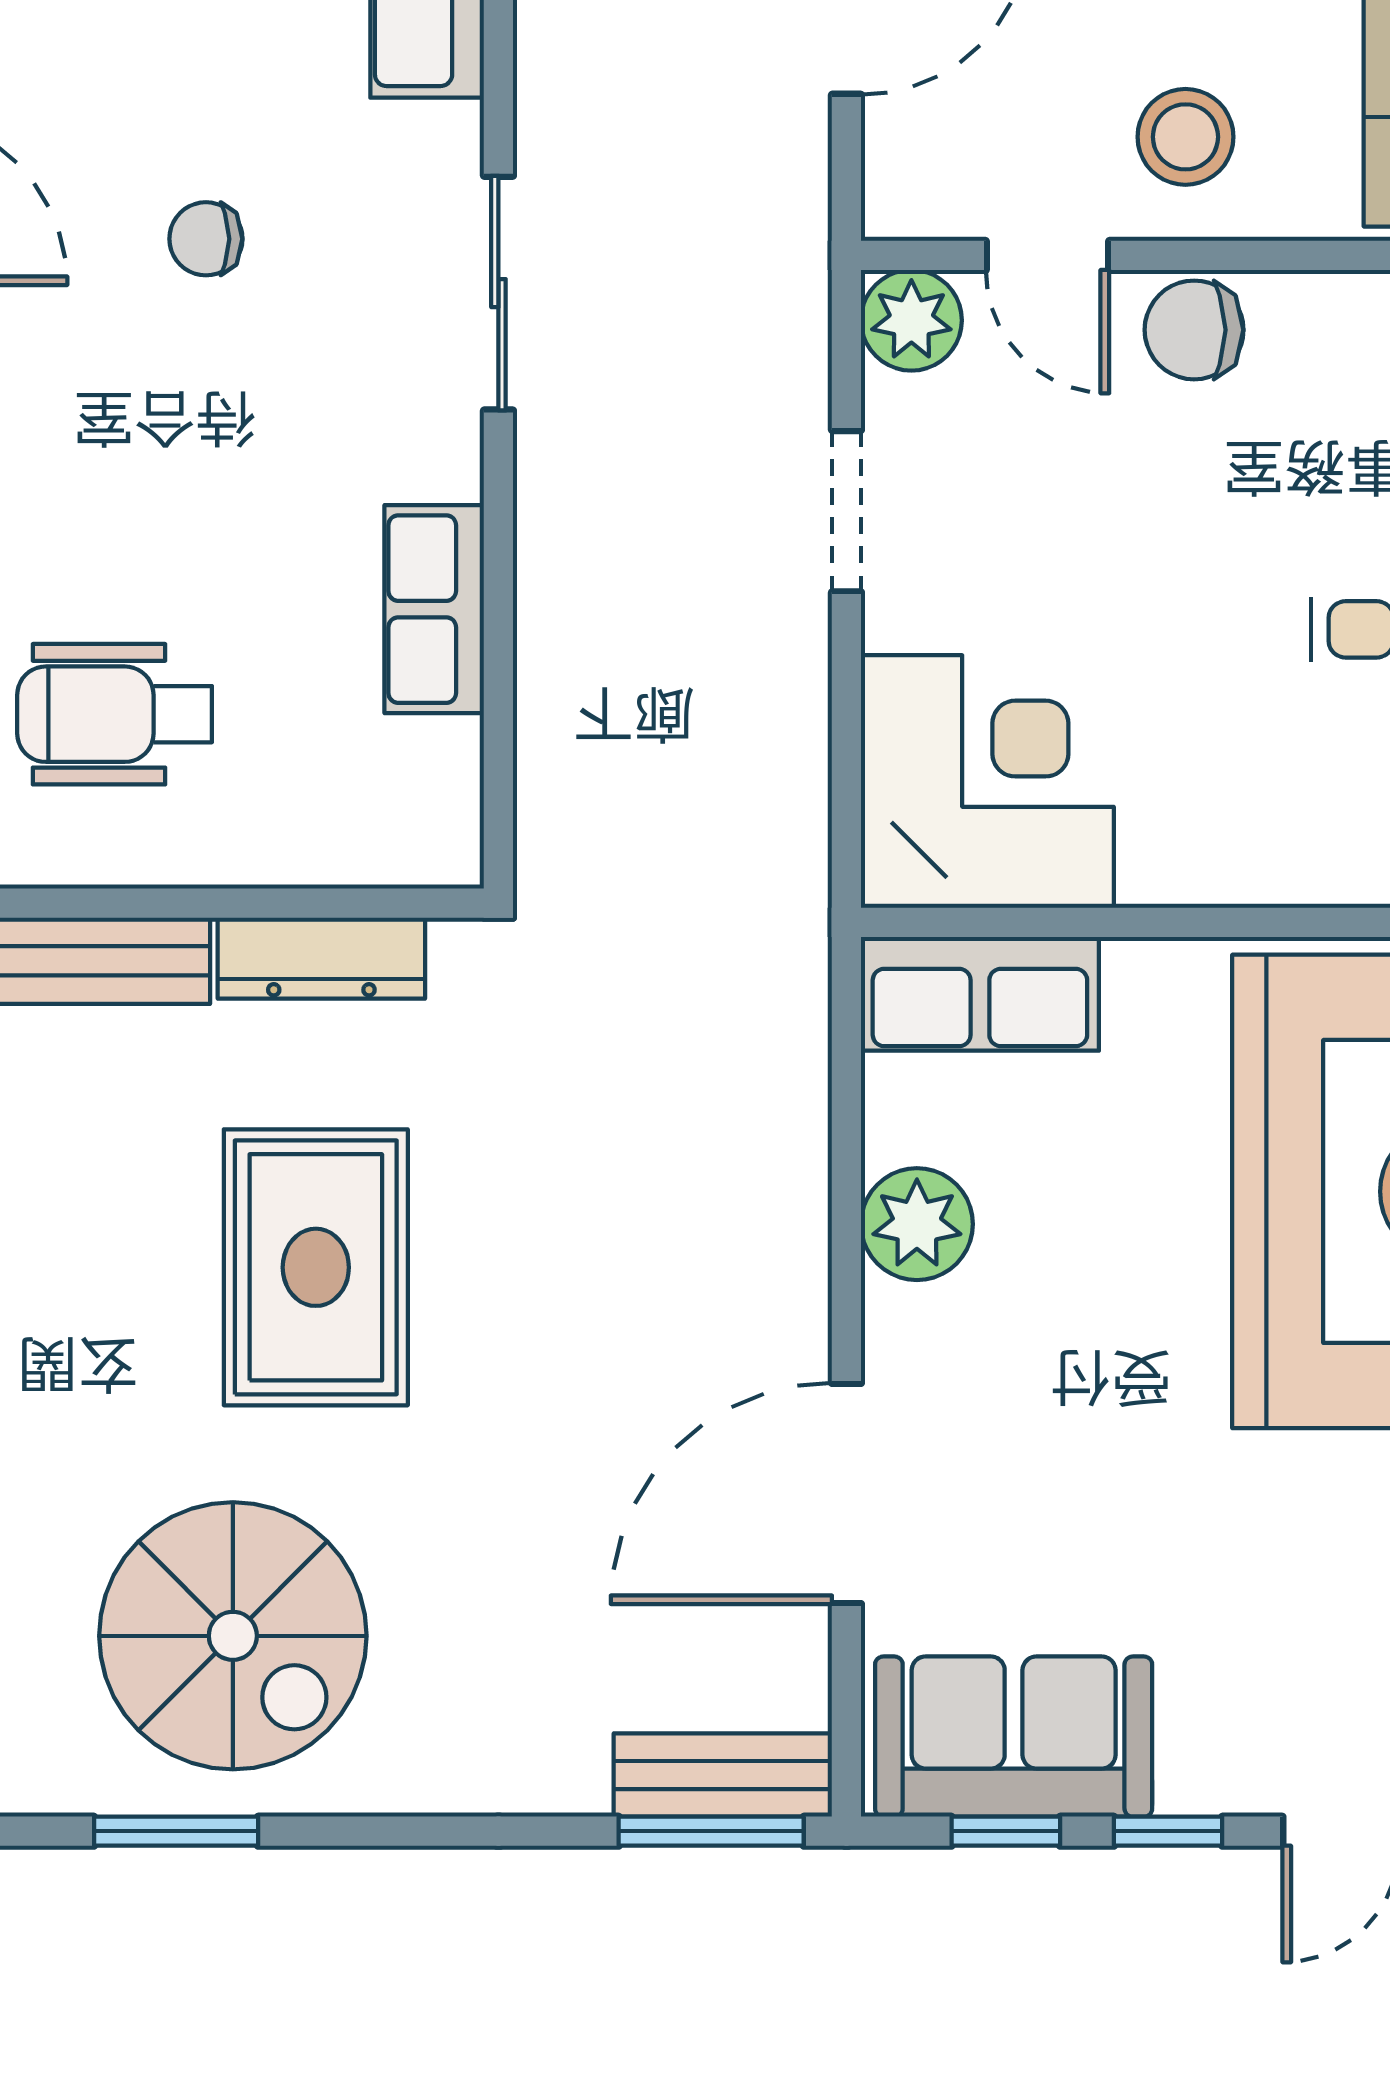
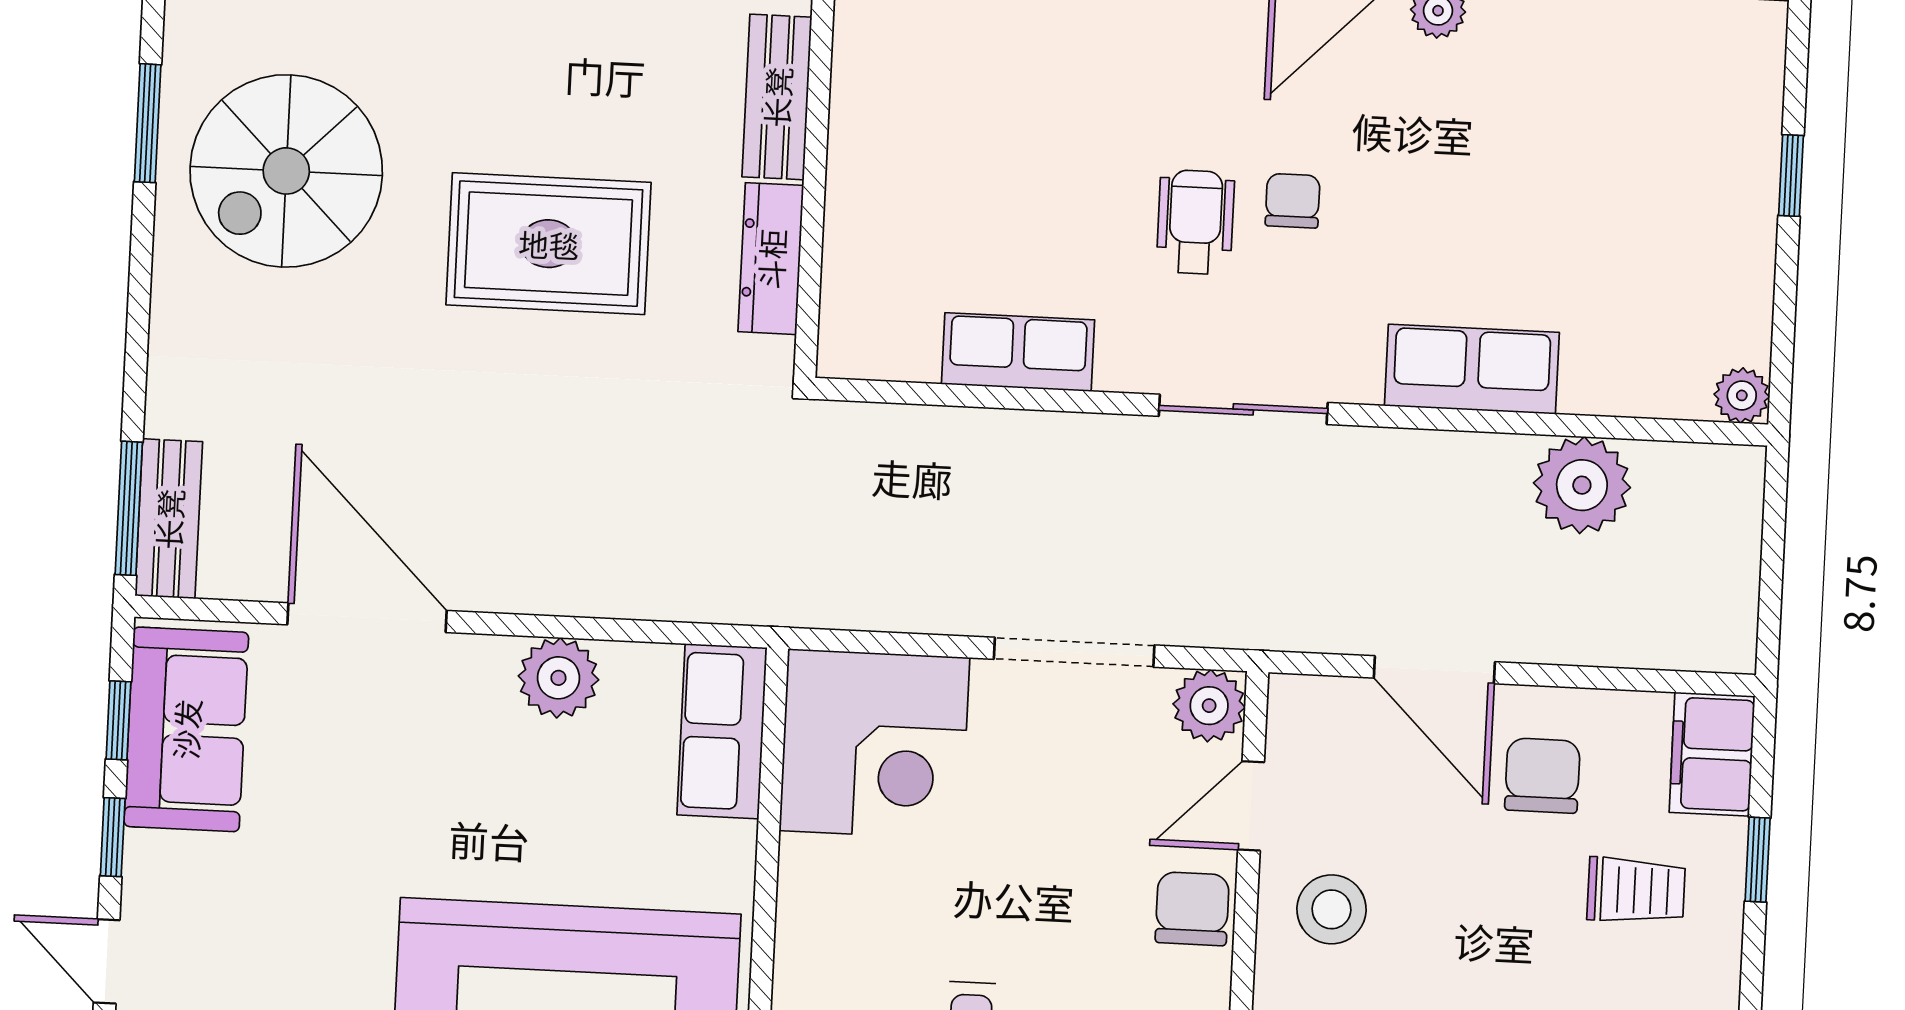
doorway: (846, 511) -> (1074, 652), width x1.38
wheelchair: (115, 714) -> (1195, 222), moved, width x0.73, depth x0.73

